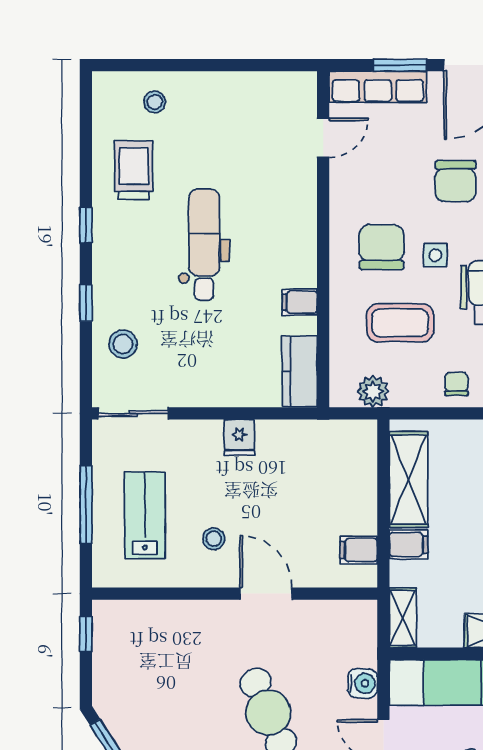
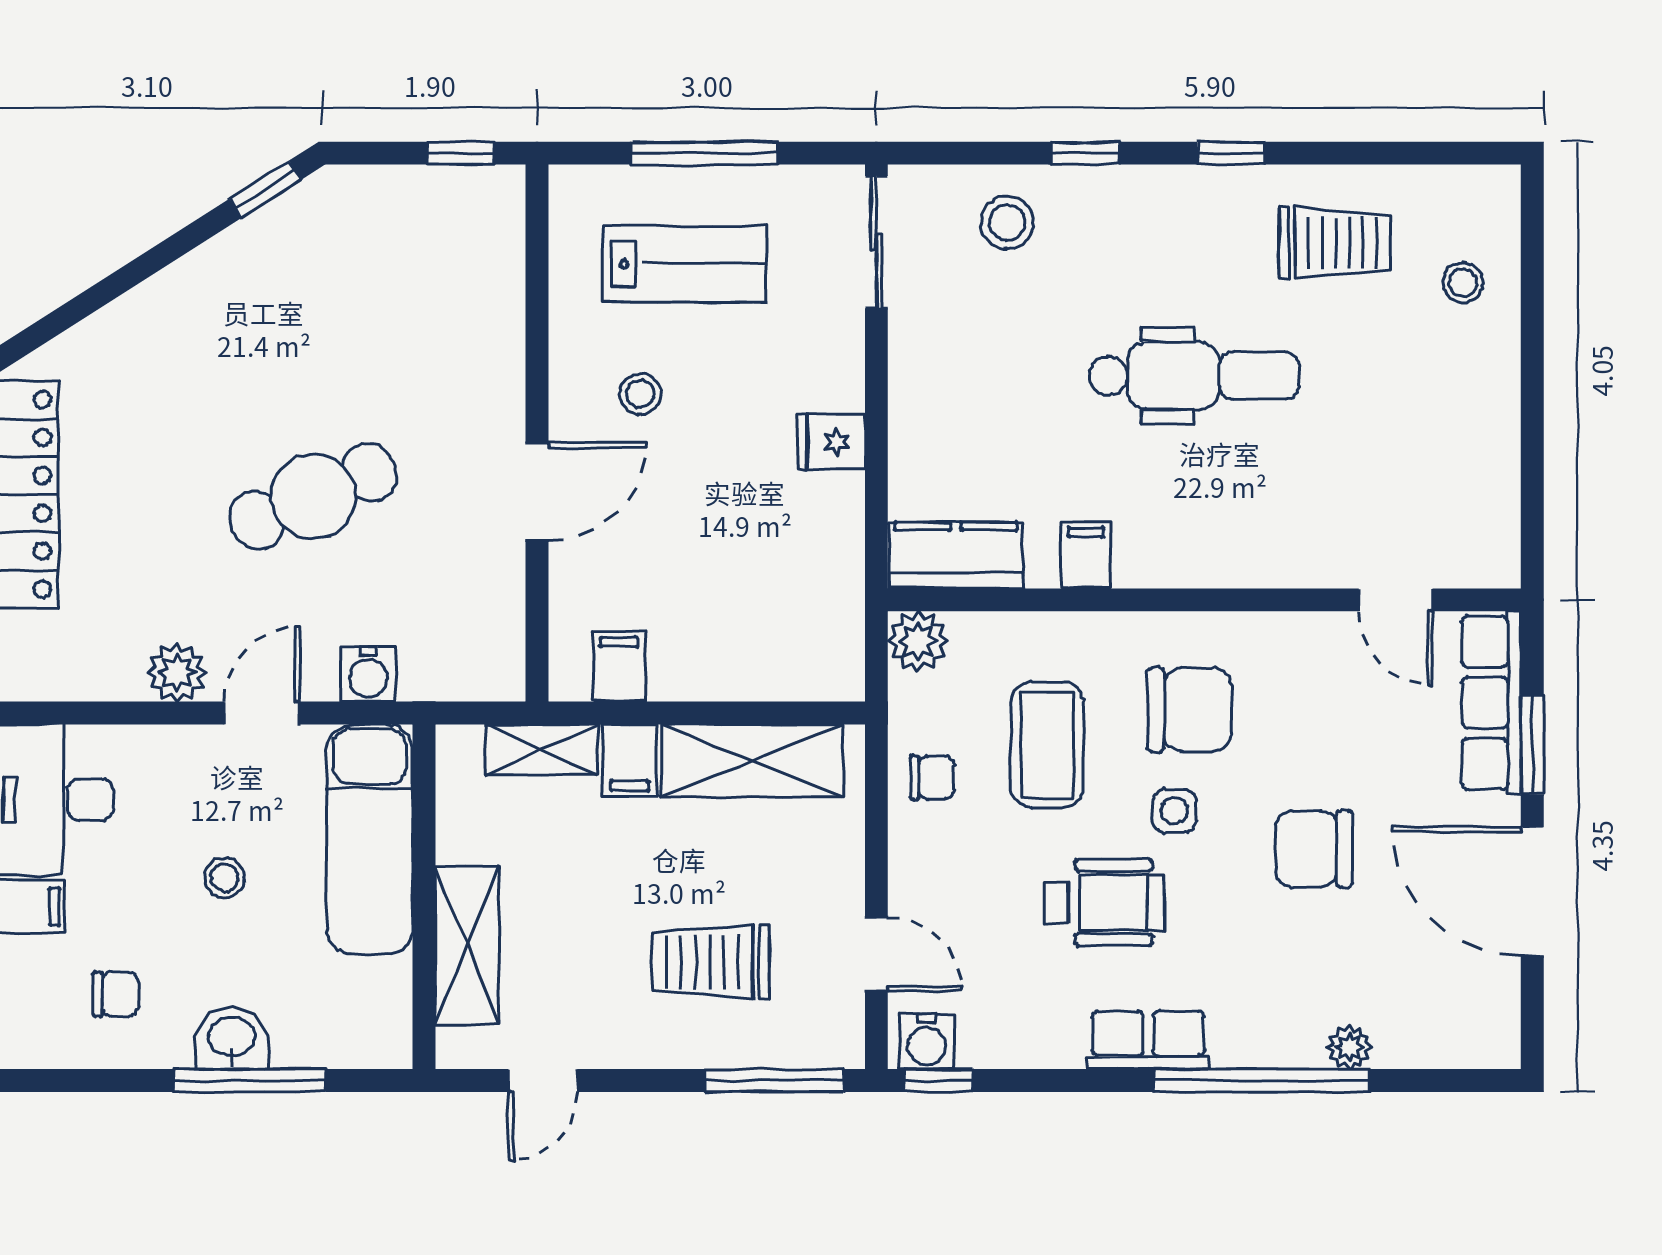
chair: (456, 384) -> (932, 778), moved
plant: (373, 391) -> (918, 641), moved
shelving: (403, 618) -> (542, 750), moved

